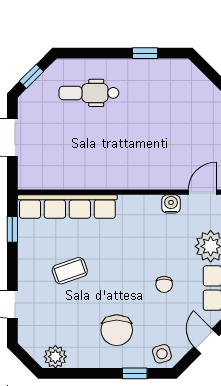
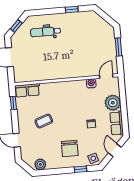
row of seats: (67, 207) -> (27, 90), width x0.50

